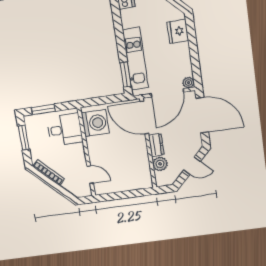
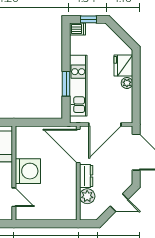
window: (126, 75) -> (66, 84), moved
plant: (188, 83) -> (127, 83), moved
washing machine: (95, 123) -> (28, 171), moved

